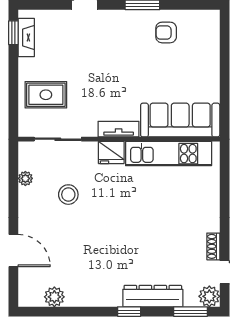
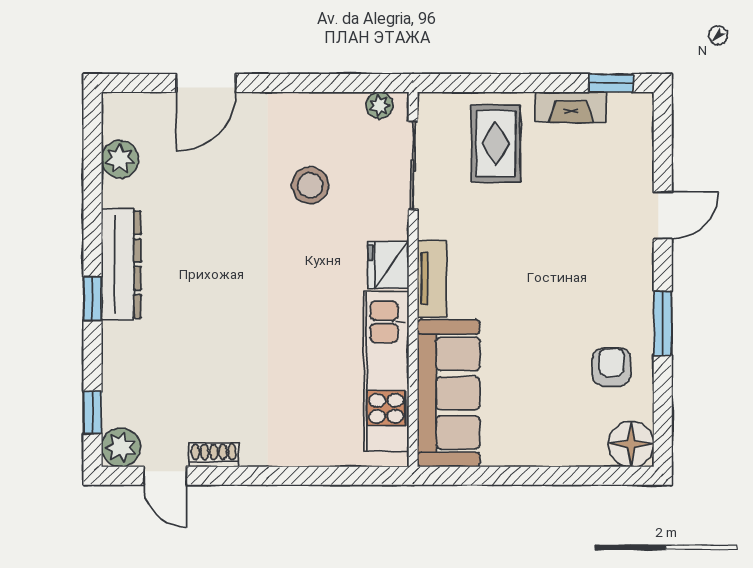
floor lamp: (208, 22) -> (631, 444), added
fireplace: (26, 38) -> (571, 107), moved
plant: (25, 178) -> (380, 105), moved
dresser: (153, 296) -> (121, 264), moved
window: (190, 312) -> (92, 412), width x0.67

